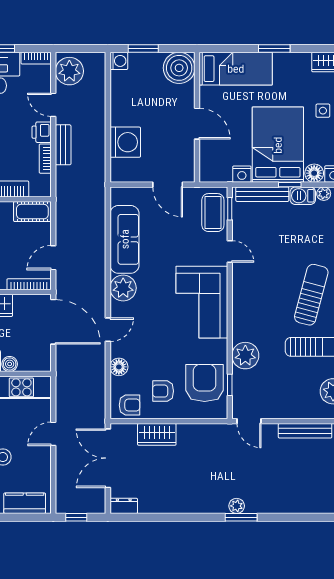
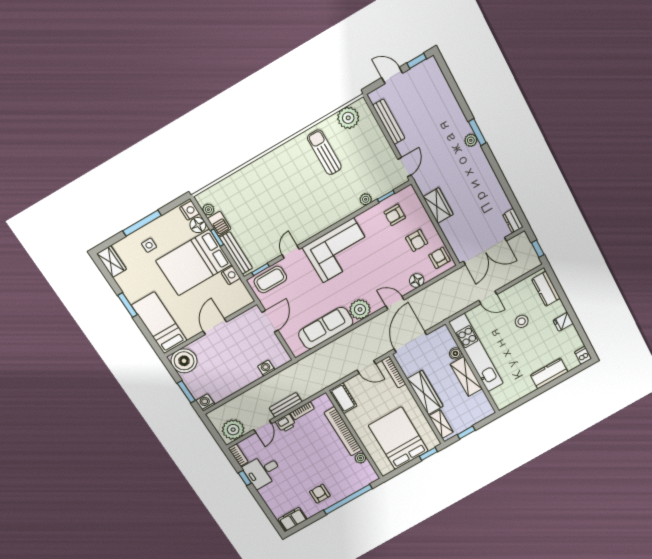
washing machine: (125, 142) -> (266, 368), width x0.53, depth x0.53
sun lounger: (311, 295) -> (287, 176), removed
plant: (245, 356) -> (366, 199), width x0.53, depth x0.53
armchair: (205, 383) -> (395, 215), width x0.53, depth x0.53
wardrobe: (157, 434) -> (438, 206), moved

